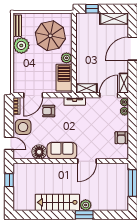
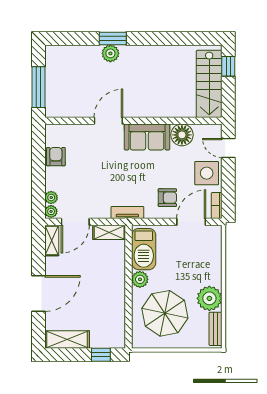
window: (9, 180) -> (228, 66), moved
stairs: (57, 202) -> (209, 84), moved, turned 90

